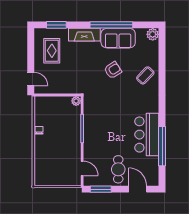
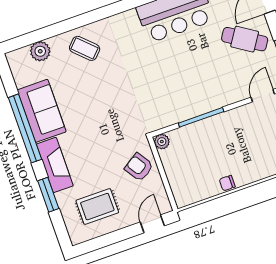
window: (56, 25) -> (48, 195), moved
plant: (153, 34) -> (40, 51), moved
armchair: (113, 70) -> (139, 167), moved
cafe table: (118, 169) -> (245, 39), turned 33

